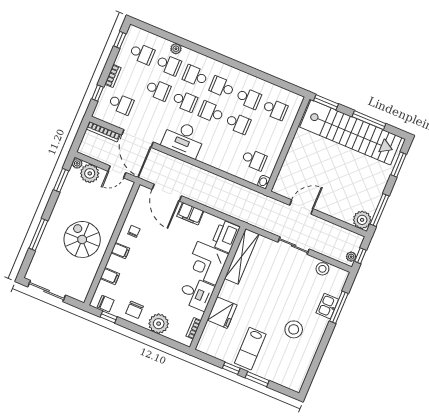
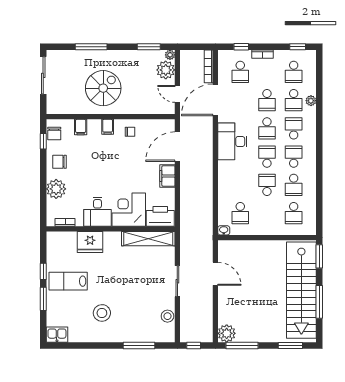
school desk: (238, 123) -> (267, 185), turned 180
plant: (351, 257) -> (189, 337), removed
kitchen sink: (327, 306) -> (57, 335), moved

